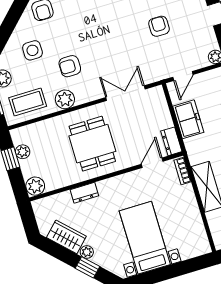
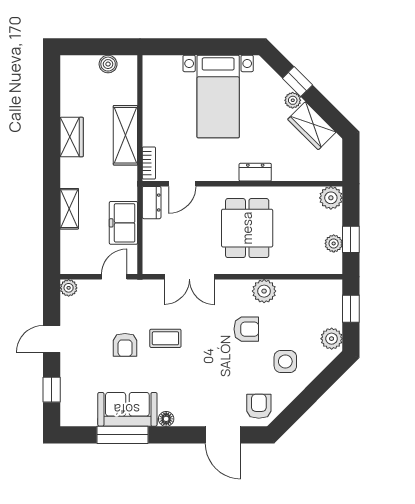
coffee table: (28, 102) -> (165, 338), moved, width x0.73, depth x0.77
dresser: (84, 193) -> (255, 172), moved

